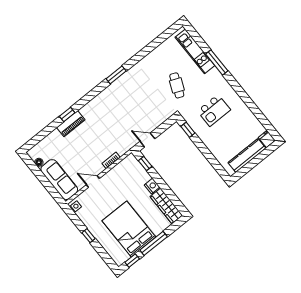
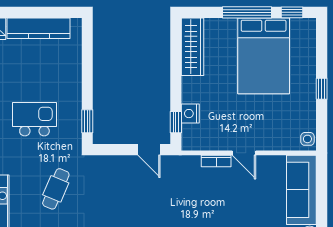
door: (93, 182) -> (244, 153), moved
nightstand: (152, 186) -> (190, 114), moved

